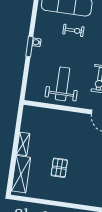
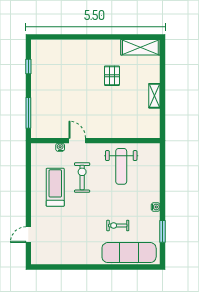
window: (30, 46) -> (163, 231), moved
shelving: (21, 174) -> (140, 47), moved, turned 90

